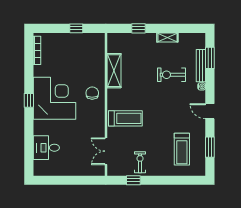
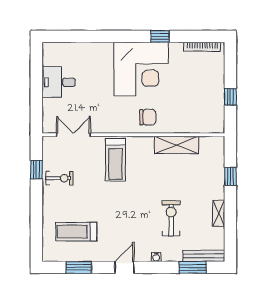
bench: (201, 66) -> (204, 256), moved
window: (29, 100) -> (160, 36), moved
desk: (46, 148) -> (59, 82), moved, turned -90

